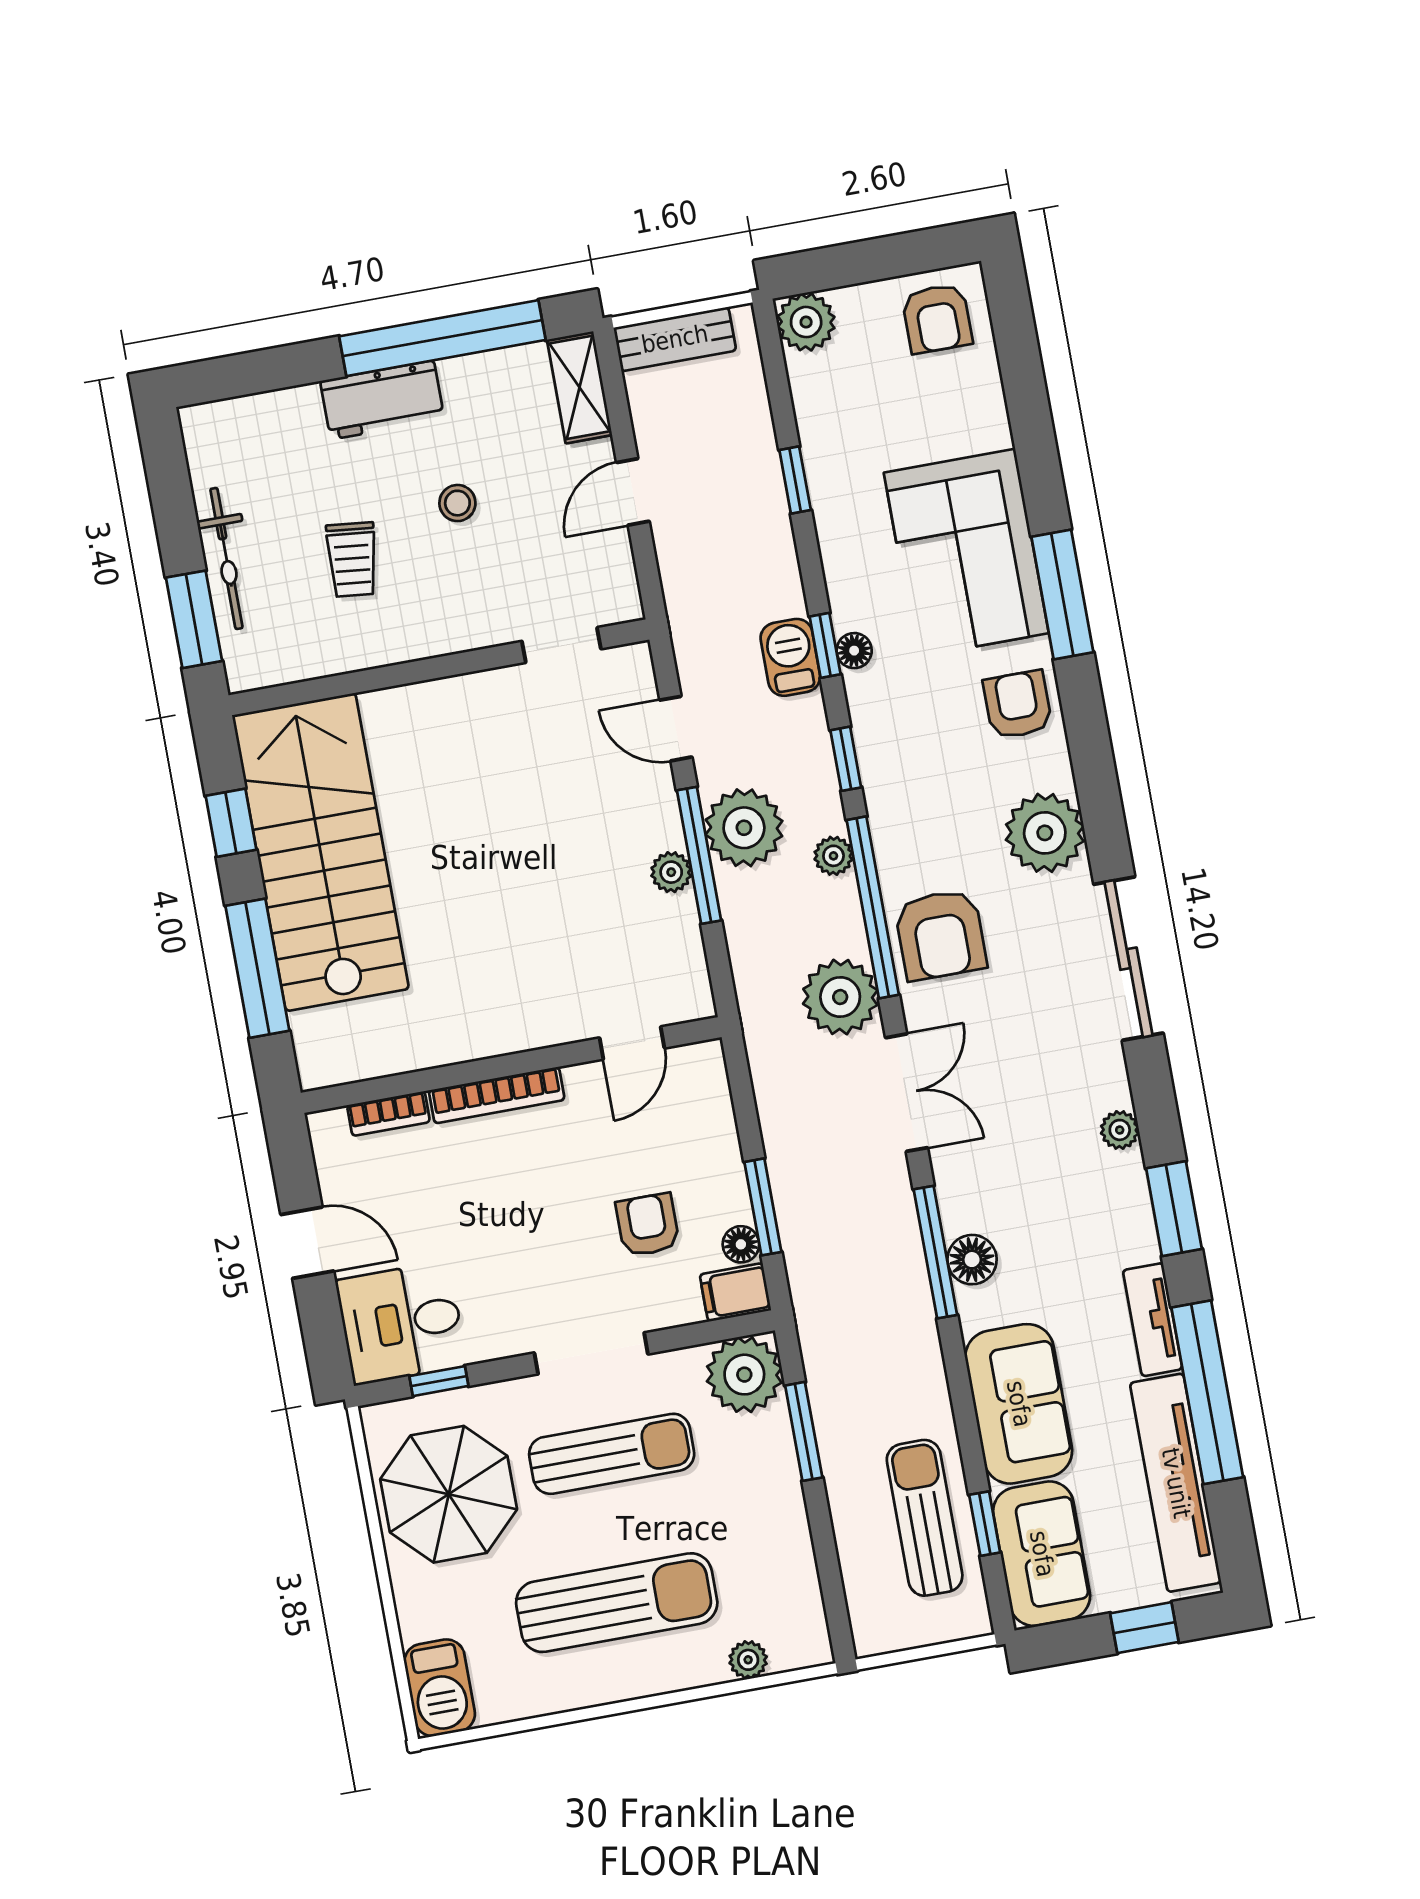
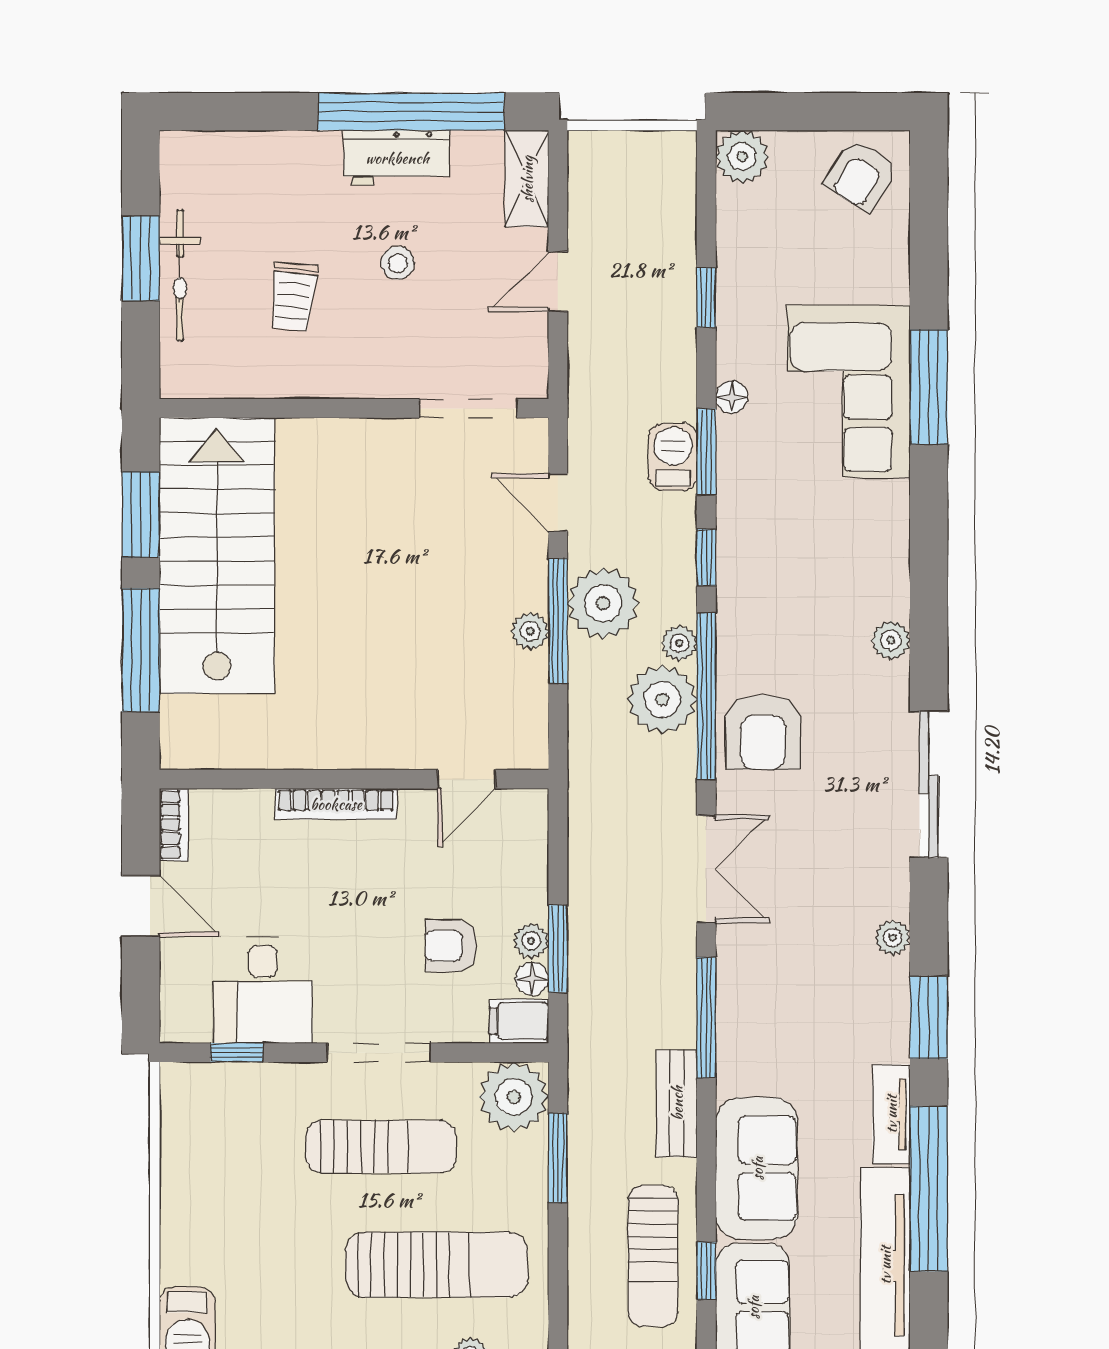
armchair: (937, 318) -> (861, 175), turned 32
bench: (675, 339) -> (677, 1103), moved, turned 90
workbench: (382, 400) -> (397, 158), moved
window: (1062, 594) -> (929, 387), moved
window: (194, 619) -> (141, 258), moved
doorway: (561, 645) -> (468, 408), width x1.38
window: (825, 645) -> (706, 452), width x1.50
floor lamp: (854, 651) -> (732, 397), moved
armchair: (1018, 705) -> (870, 537), removed
window: (231, 823) -> (141, 514), width x1.50
plant: (1045, 833) -> (891, 640), width x0.53, depth x0.53
plant: (840, 997) -> (662, 699), moved
bookcase: (388, 1114) -> (174, 825), moved, turned -90
plant: (733, 1204) -> (531, 941), added
armchair: (648, 1225) -> (451, 946), turned -90
floor lamp: (972, 1260) -> (738, 1030), removed
desk: (401, 1323) -> (263, 990), moved, turned -90
parasol: (449, 1494) -> (227, 1156), removed
sun lounger: (925, 1518) -> (653, 1256), turned 180
sun lounger: (617, 1603) -> (437, 1265), moved

